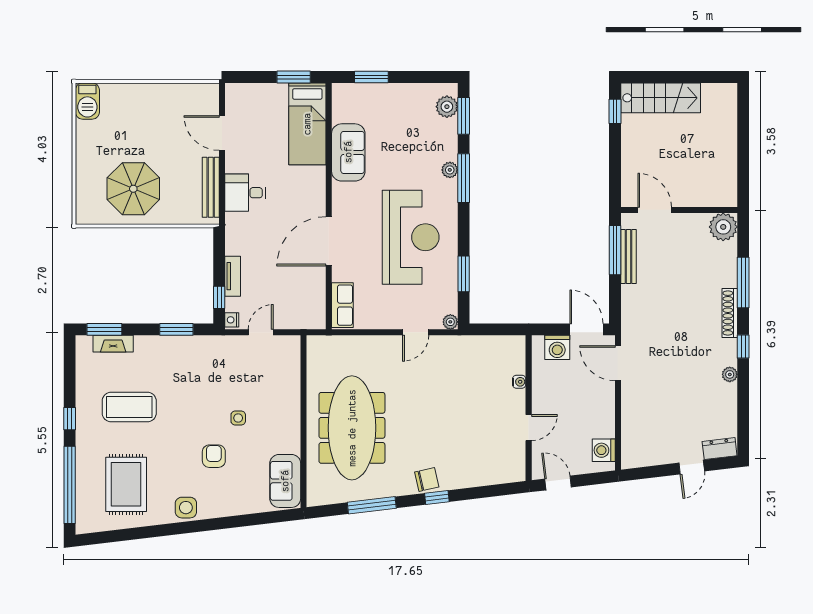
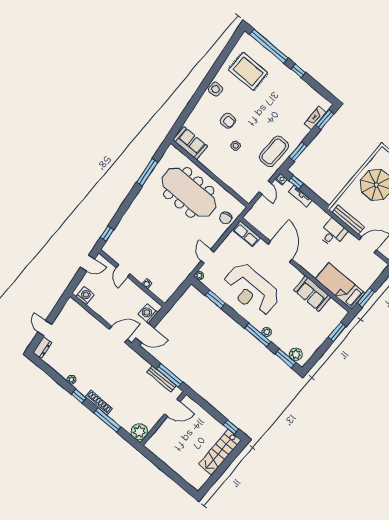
coffee table: (129, 407) -> (274, 151), moved
chair: (427, 479) -> (226, 218), moved
window: (437, 497) -> (107, 234), moved

